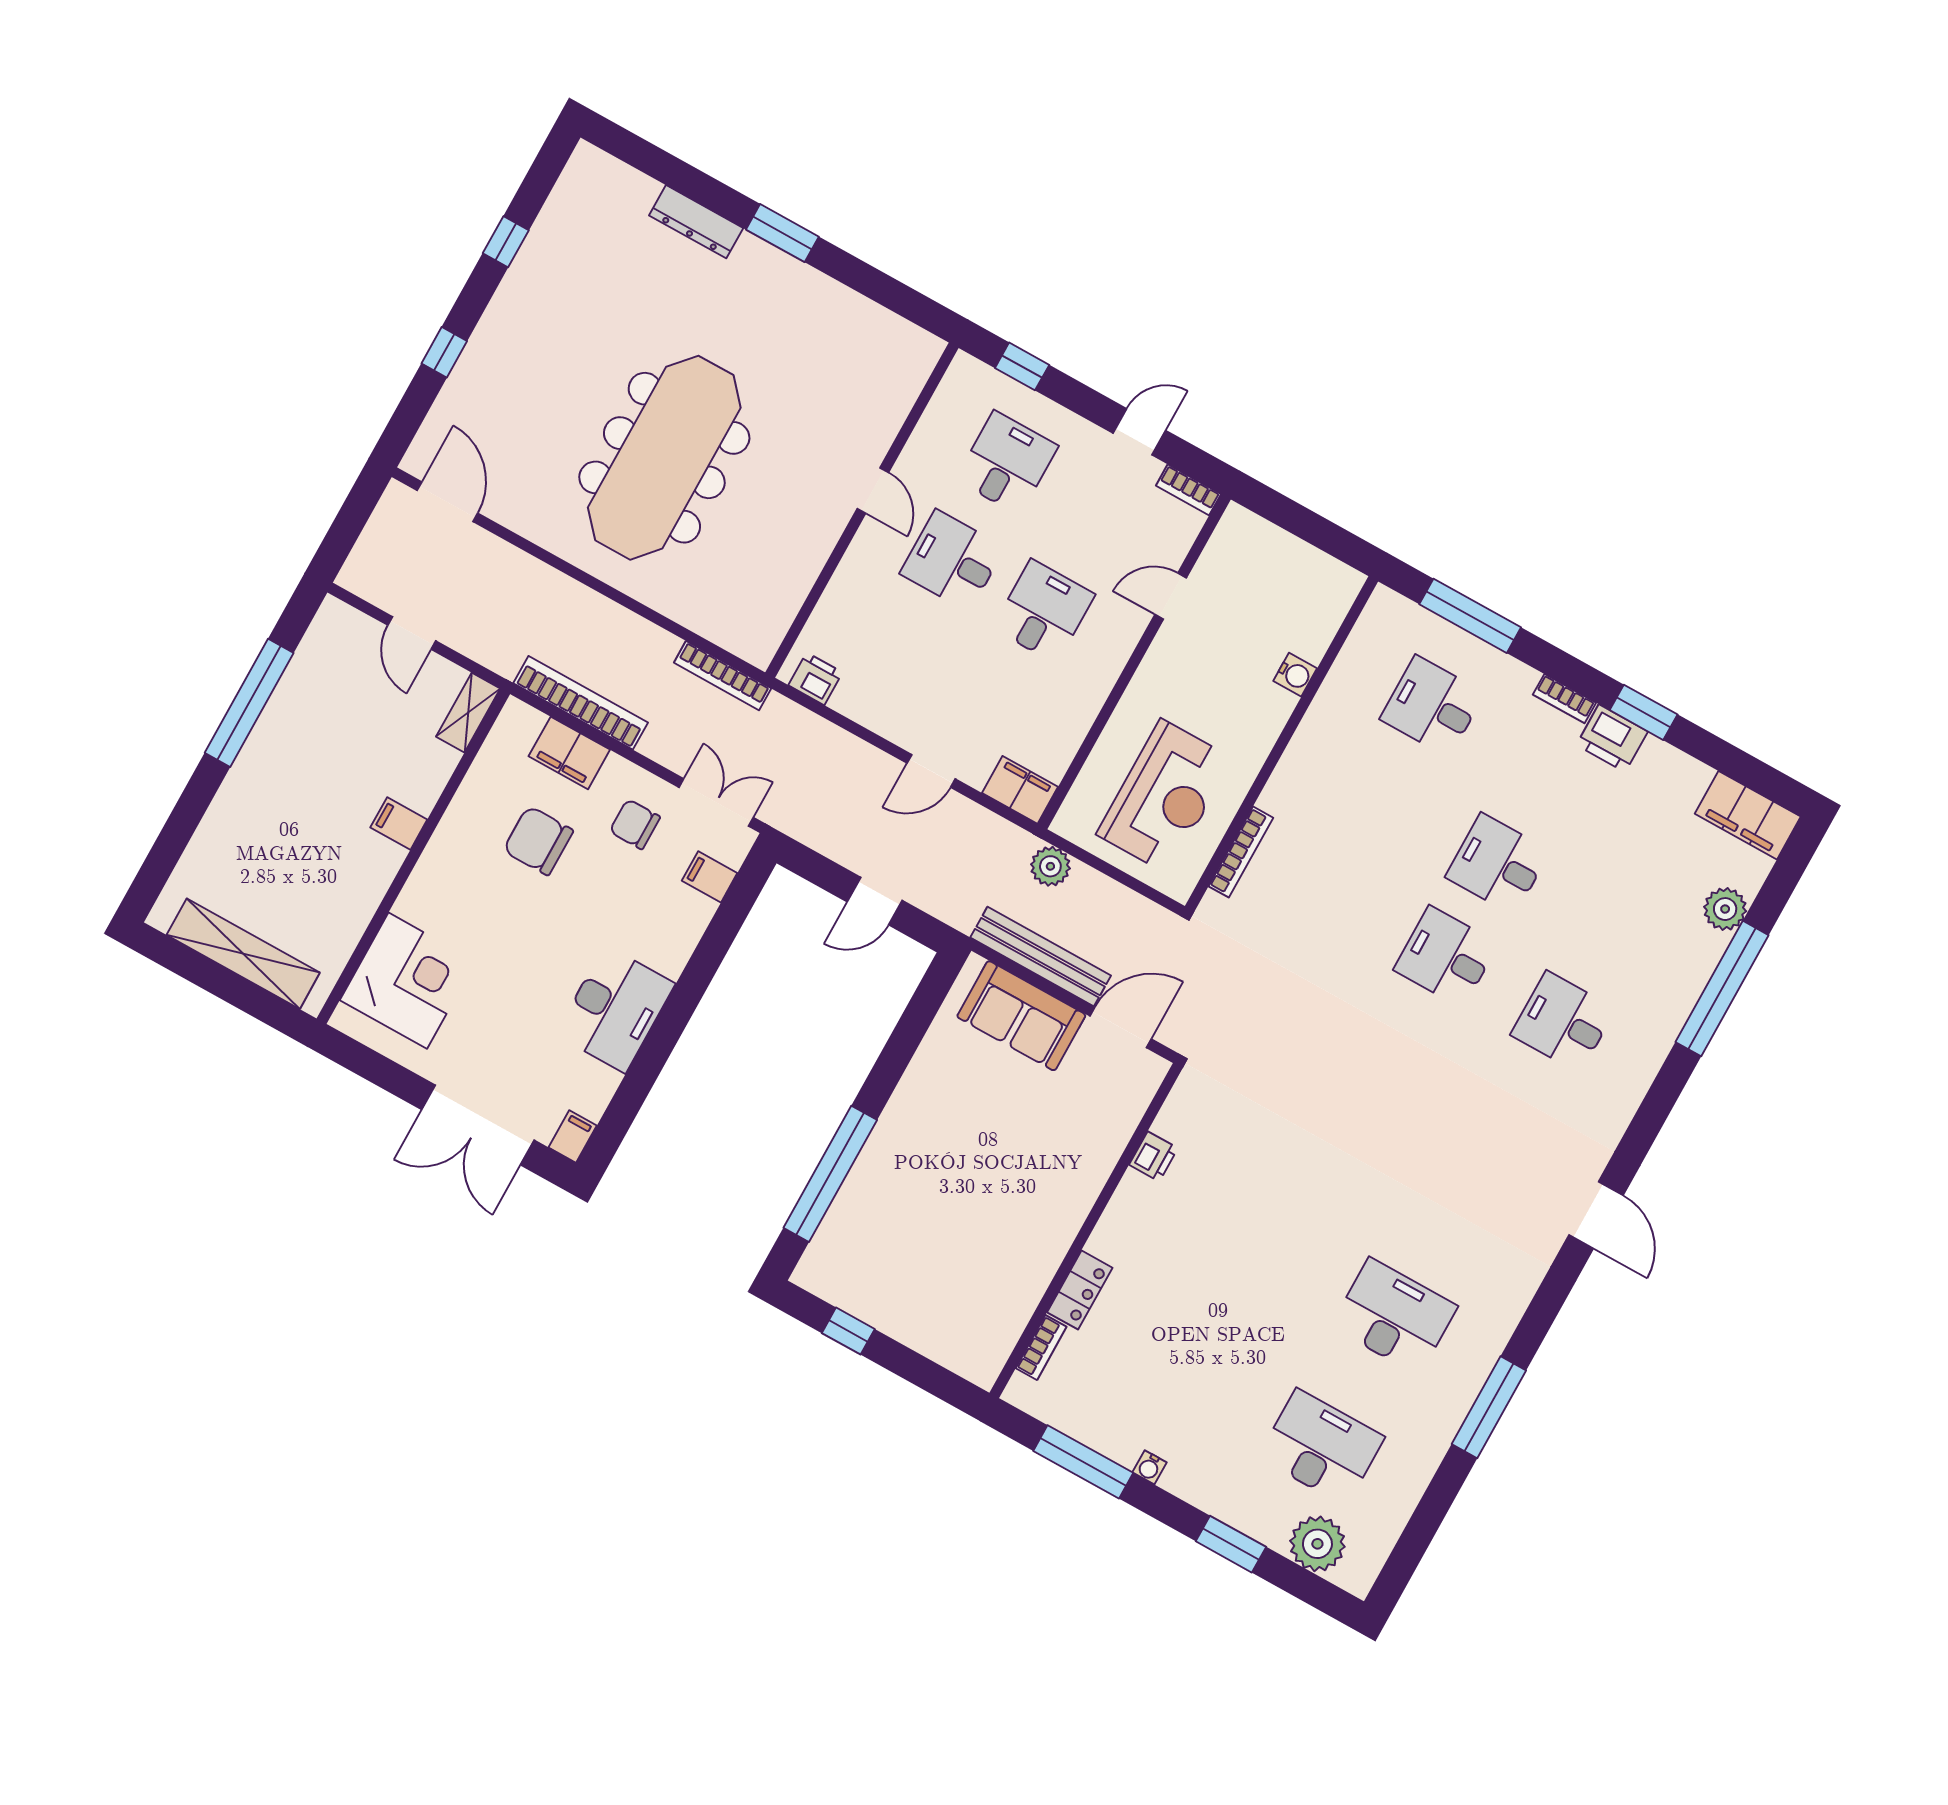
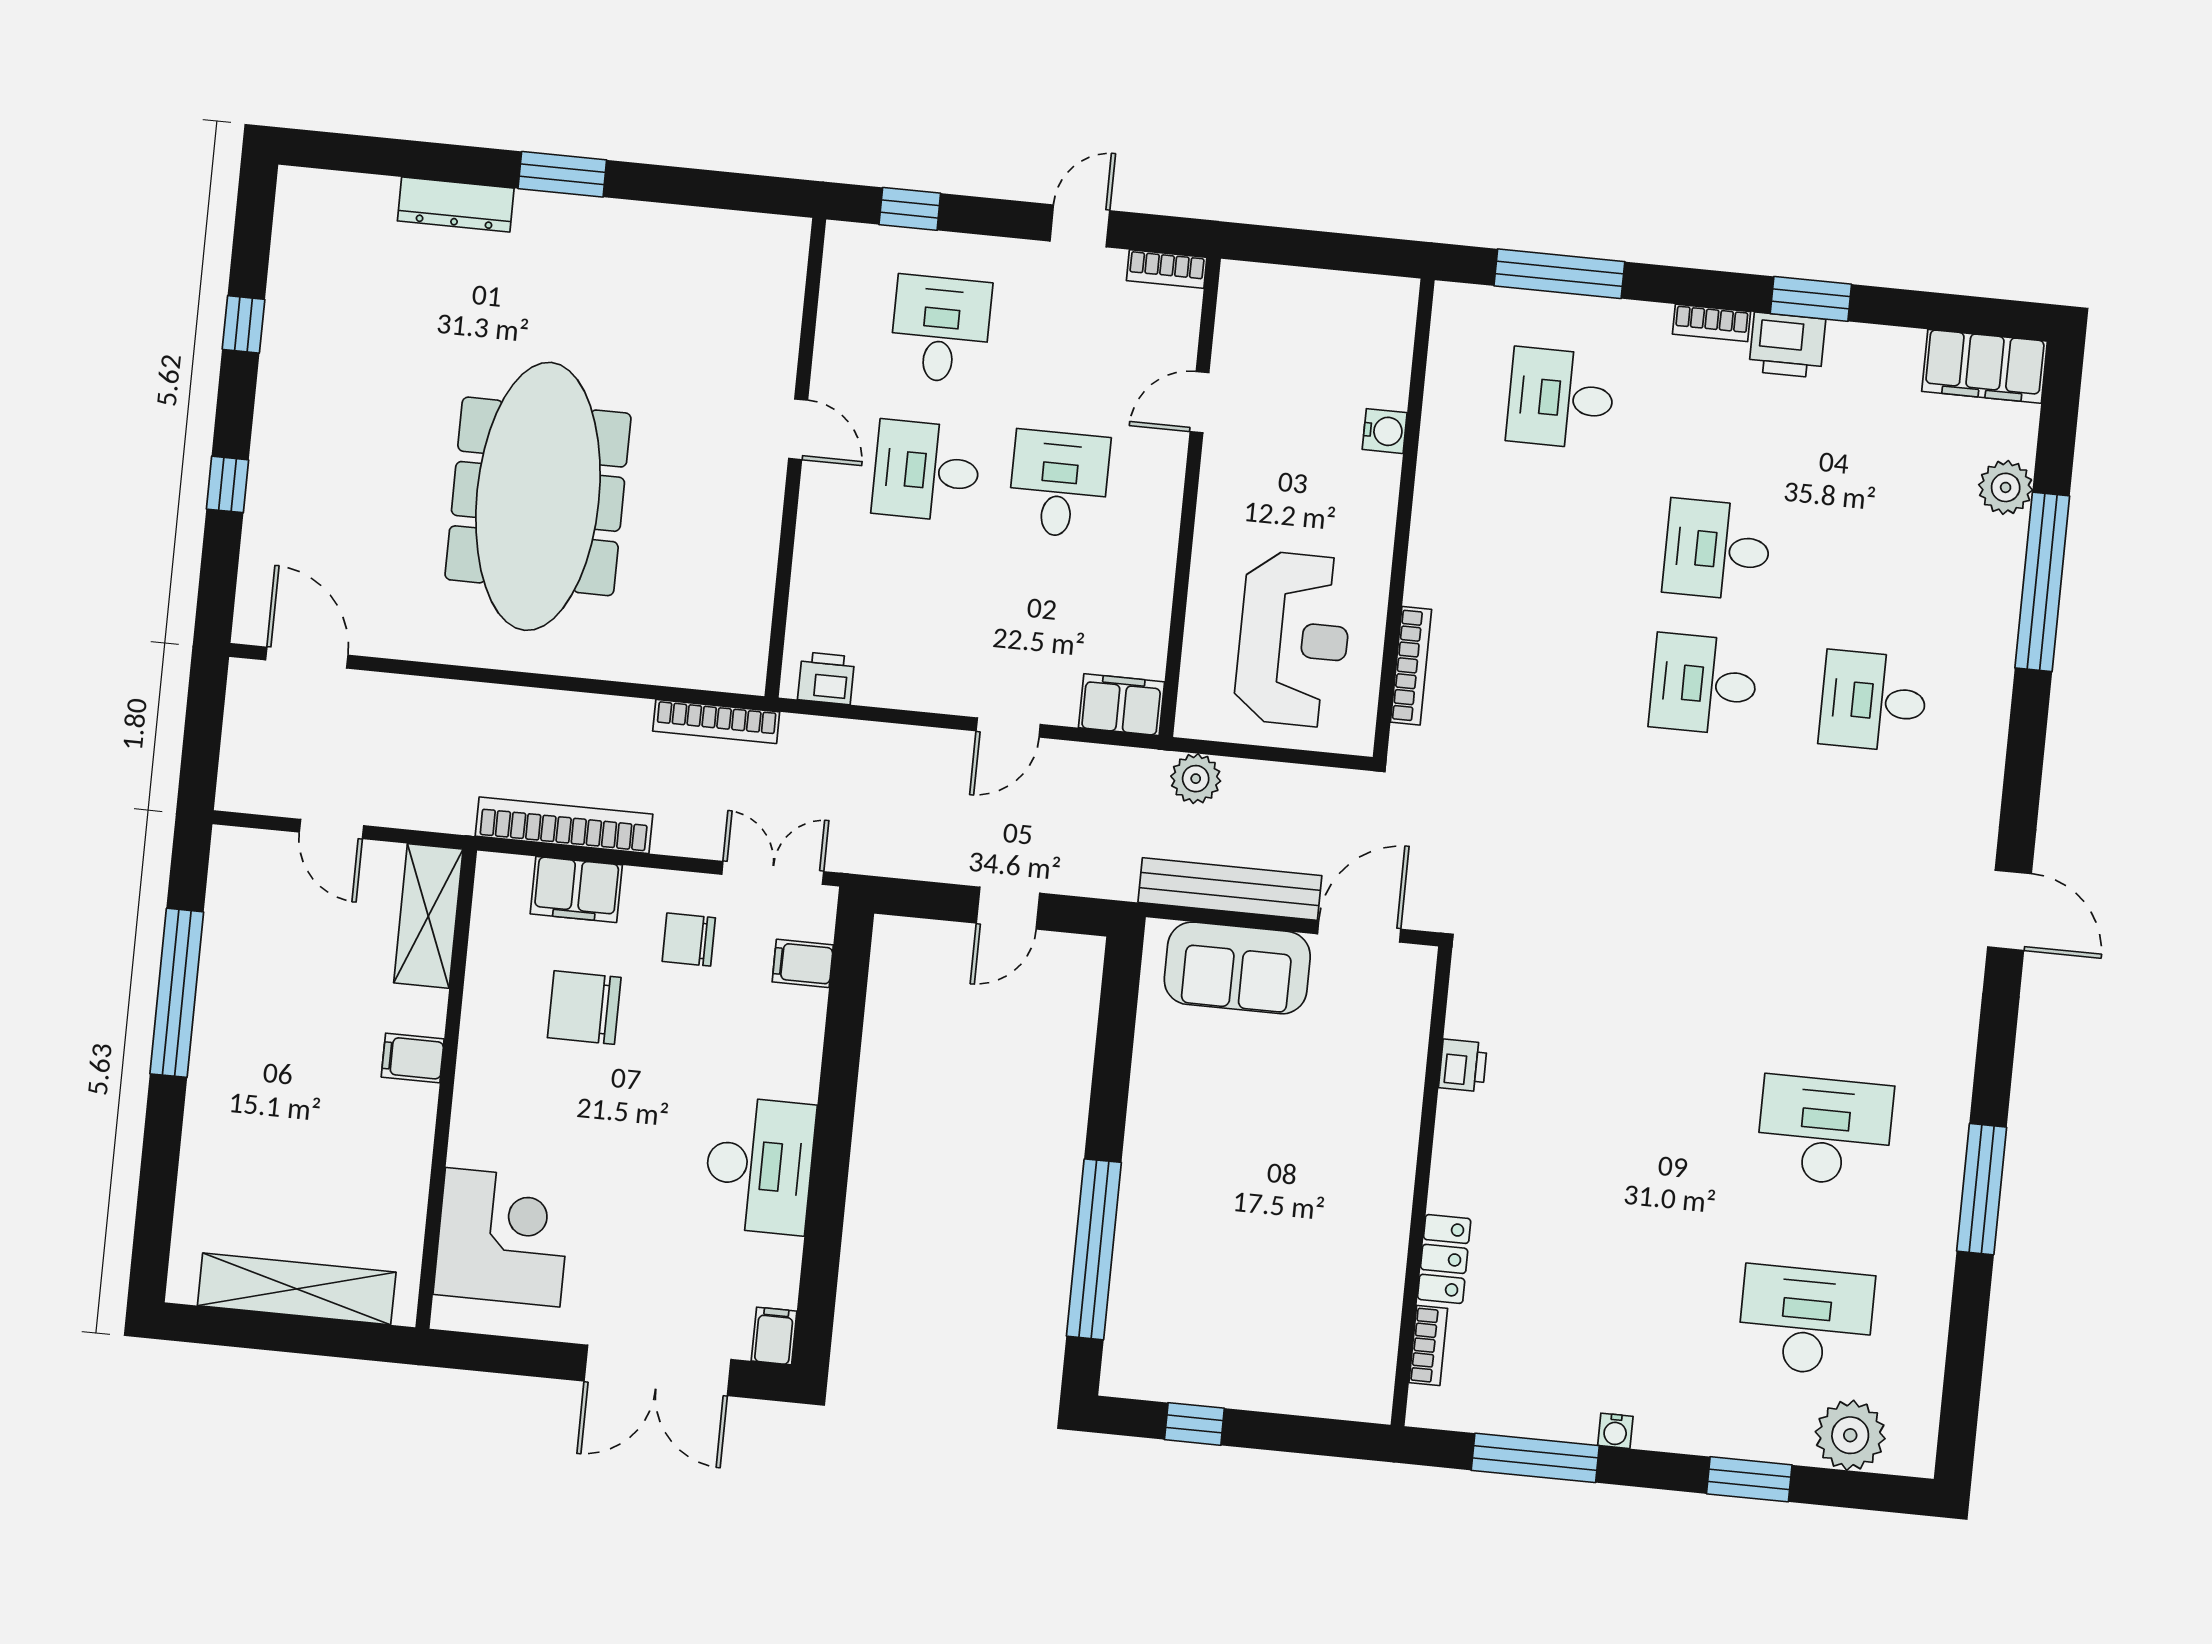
shelving: (468, 713) -> (428, 916), width x1.50, depth x1.33

